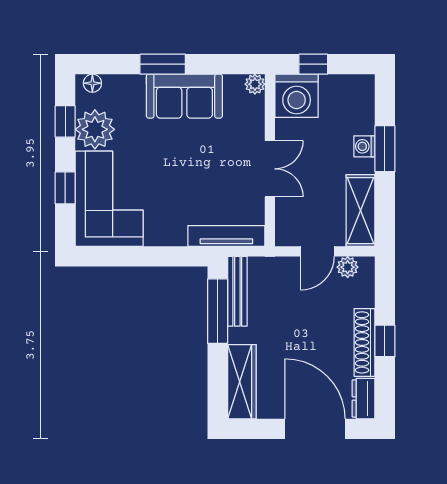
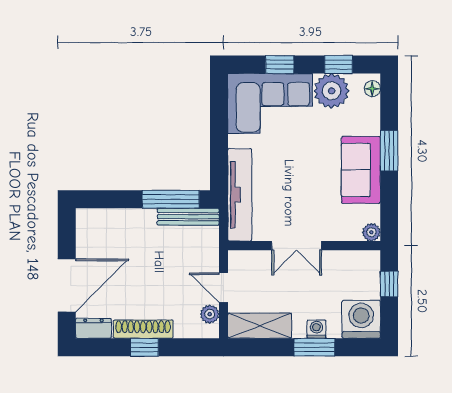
washing machine: (297, 96) -> (361, 319), moved, turned 90
tv unit: (226, 236) -> (240, 195), width x1.36, depth x1.29
wardrobe: (242, 382) -> (108, 221), removed

